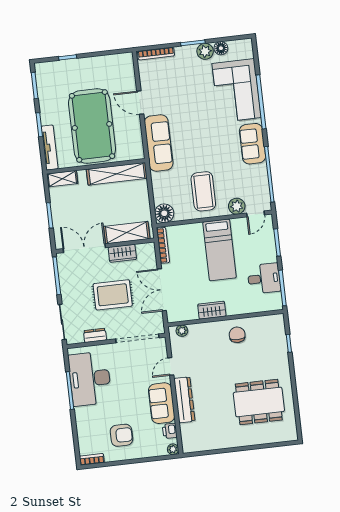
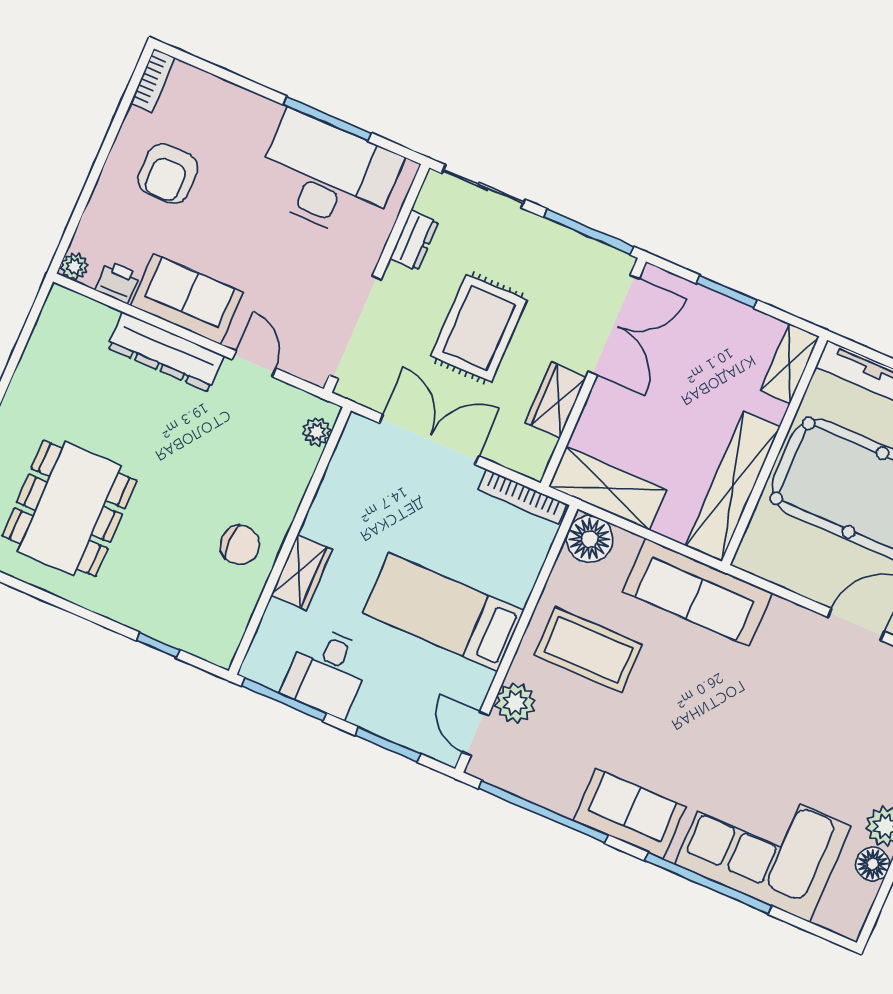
sofa: (159, 143) -> (697, 592), moved
shelving: (127, 233) -> (608, 488), moved, turned 90
wardrobe: (212, 310) -> (302, 572), moved

